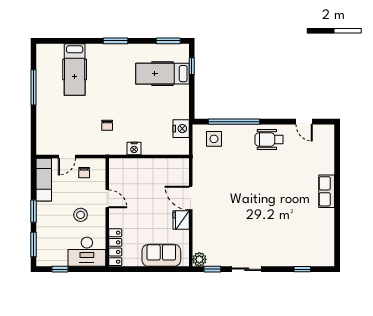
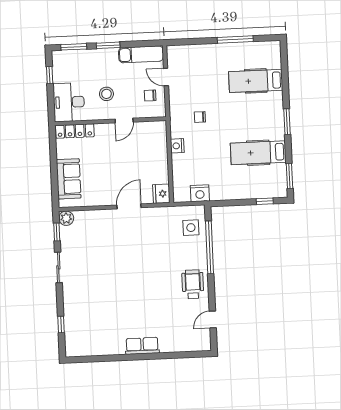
hospital bed: (162, 74) -> (258, 153), moved, turned -90
fridge: (181, 220) -> (161, 194), moved, turned -90

